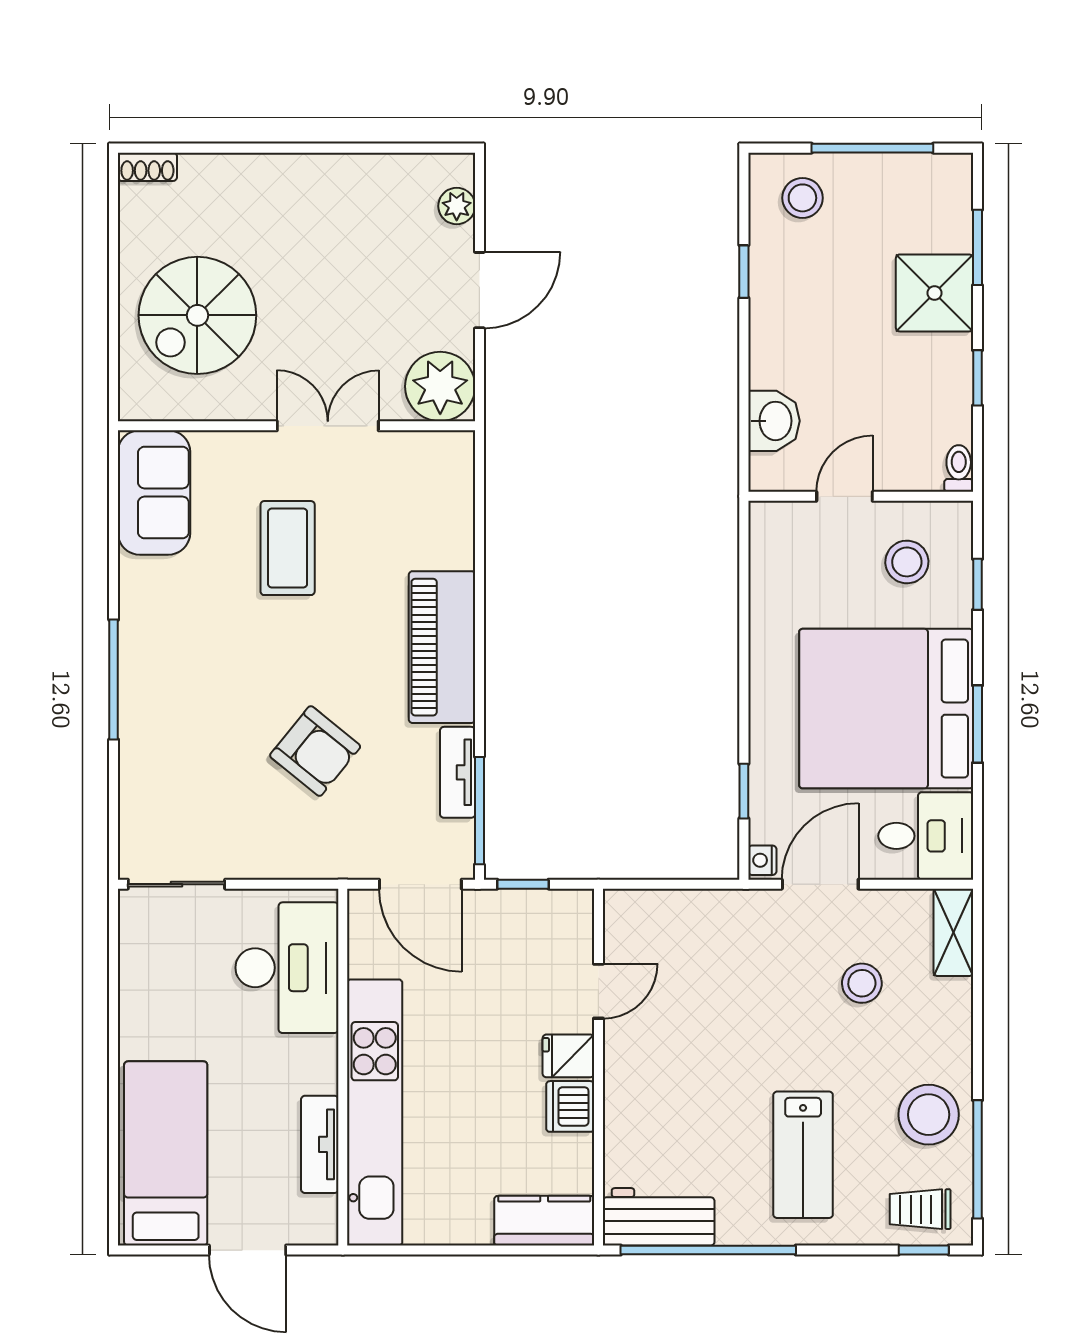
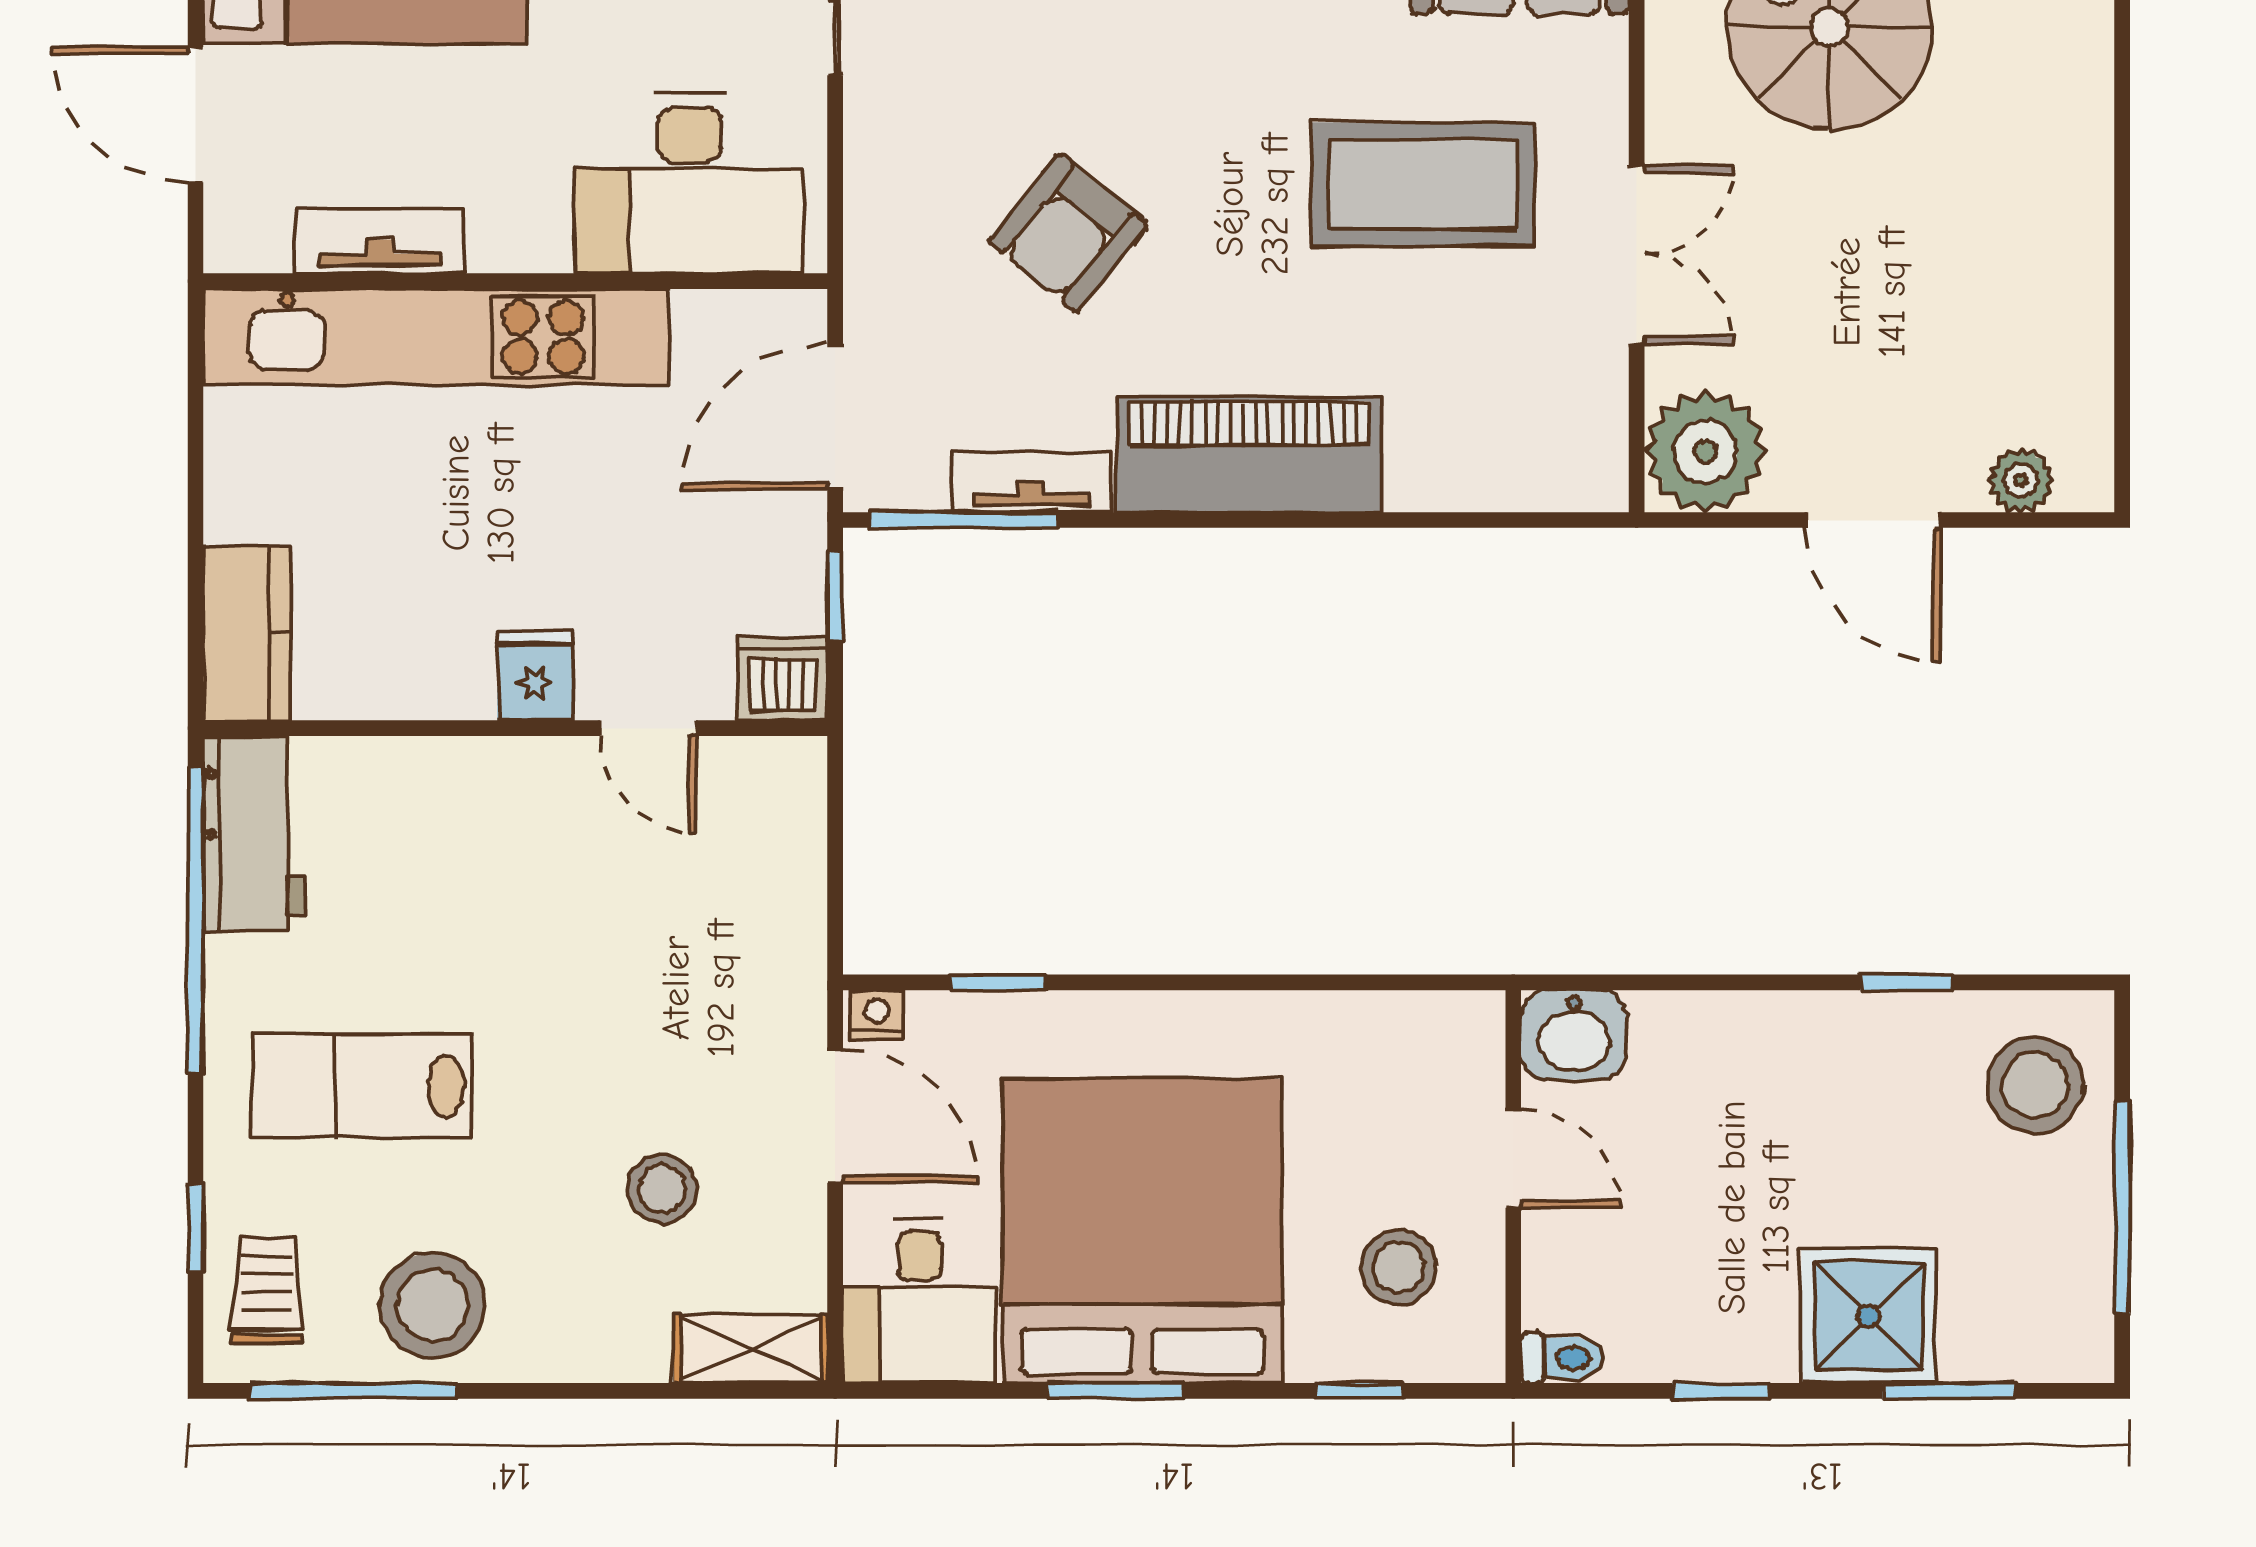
stool: (802, 198) -> (2035, 1085), width x1.38, depth x1.38
washbasin: (774, 421) -> (1574, 1035), moved
coffee table: (288, 548) -> (1423, 185), width x1.36, depth x1.32
dishwasher: (570, 1106) -> (783, 679), moved
door: (248, 1250) -> (196, 115), hinge flipped
window: (924, 1250) -> (196, 1228), moved

